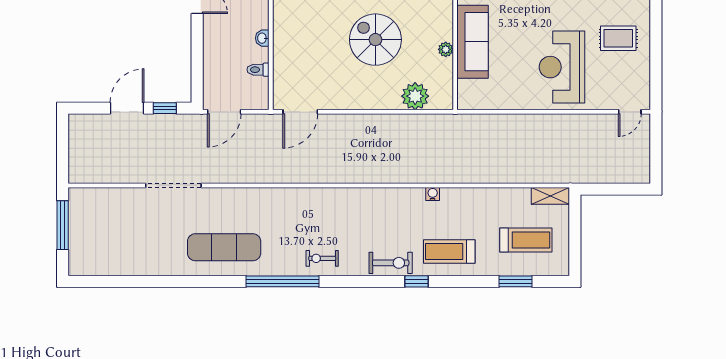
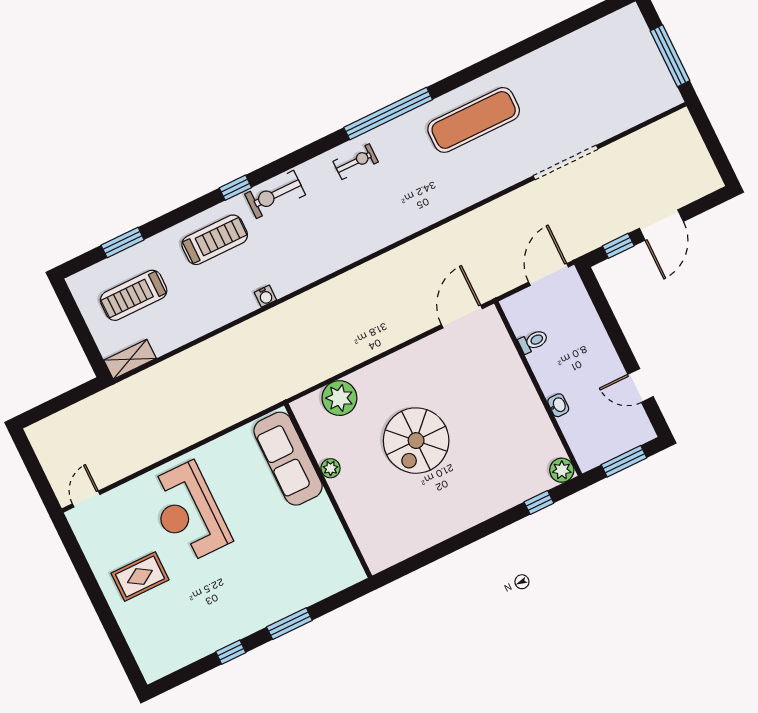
washbasin: (262, 38) -> (558, 405), moved
spiral stairs: (375, 40) -> (416, 441), turned 90
sofa: (473, 42) -> (288, 459), moved
reception desk: (562, 67) -> (188, 512), turned 180

